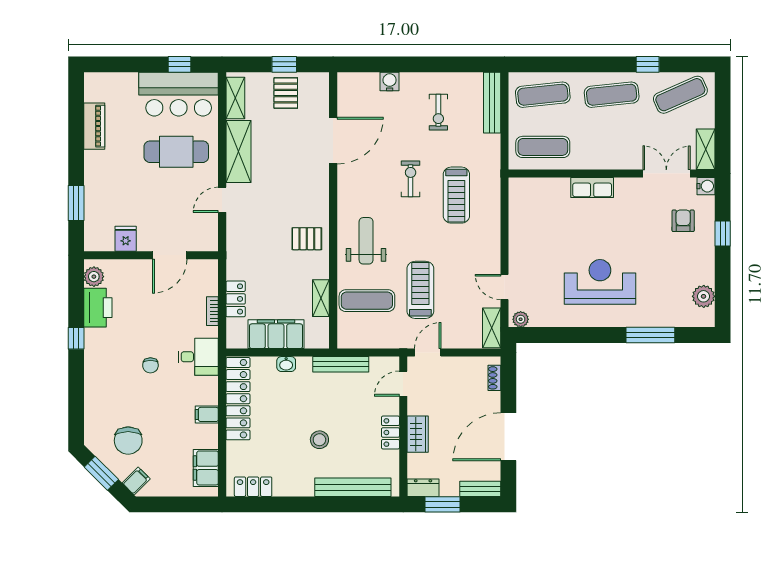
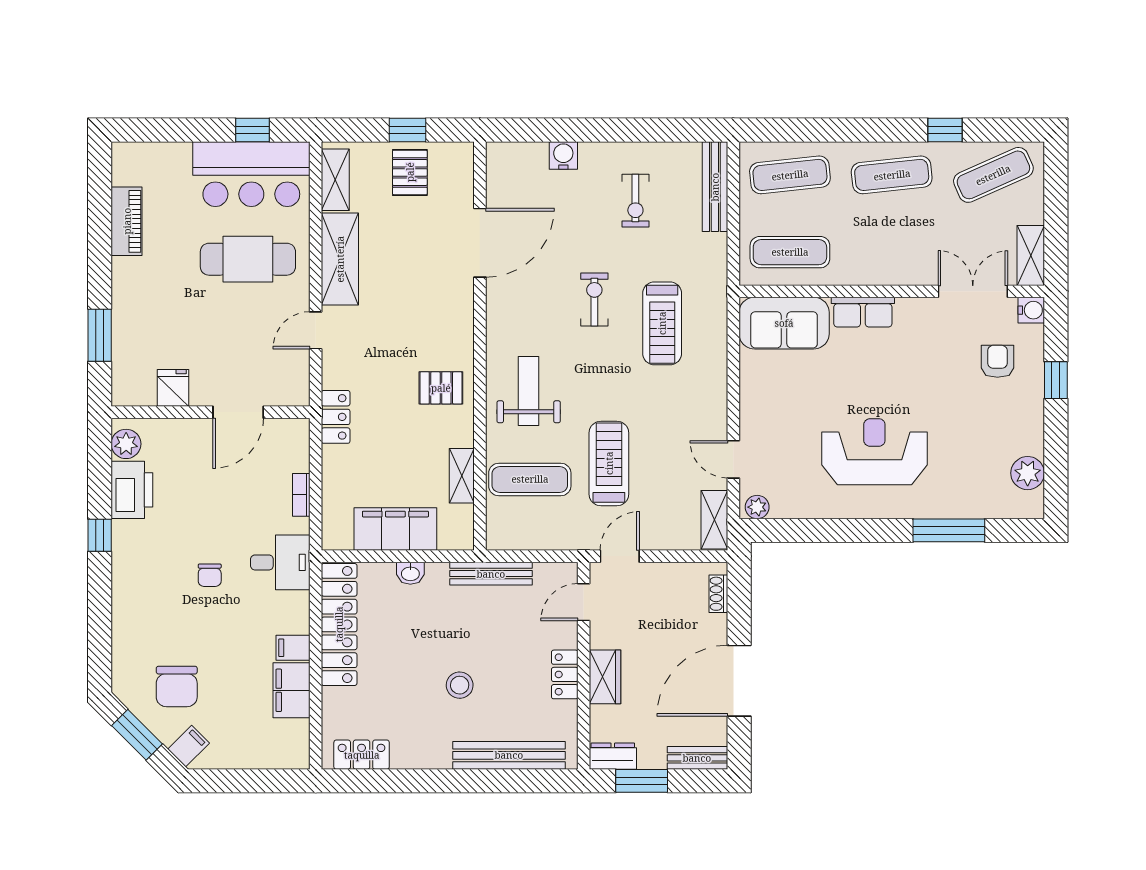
sofa: (539, 195) -> (784, 323), added
locker: (236, 299) -> (336, 417), moved
filing cabinet: (206, 468) -> (292, 690), moved

